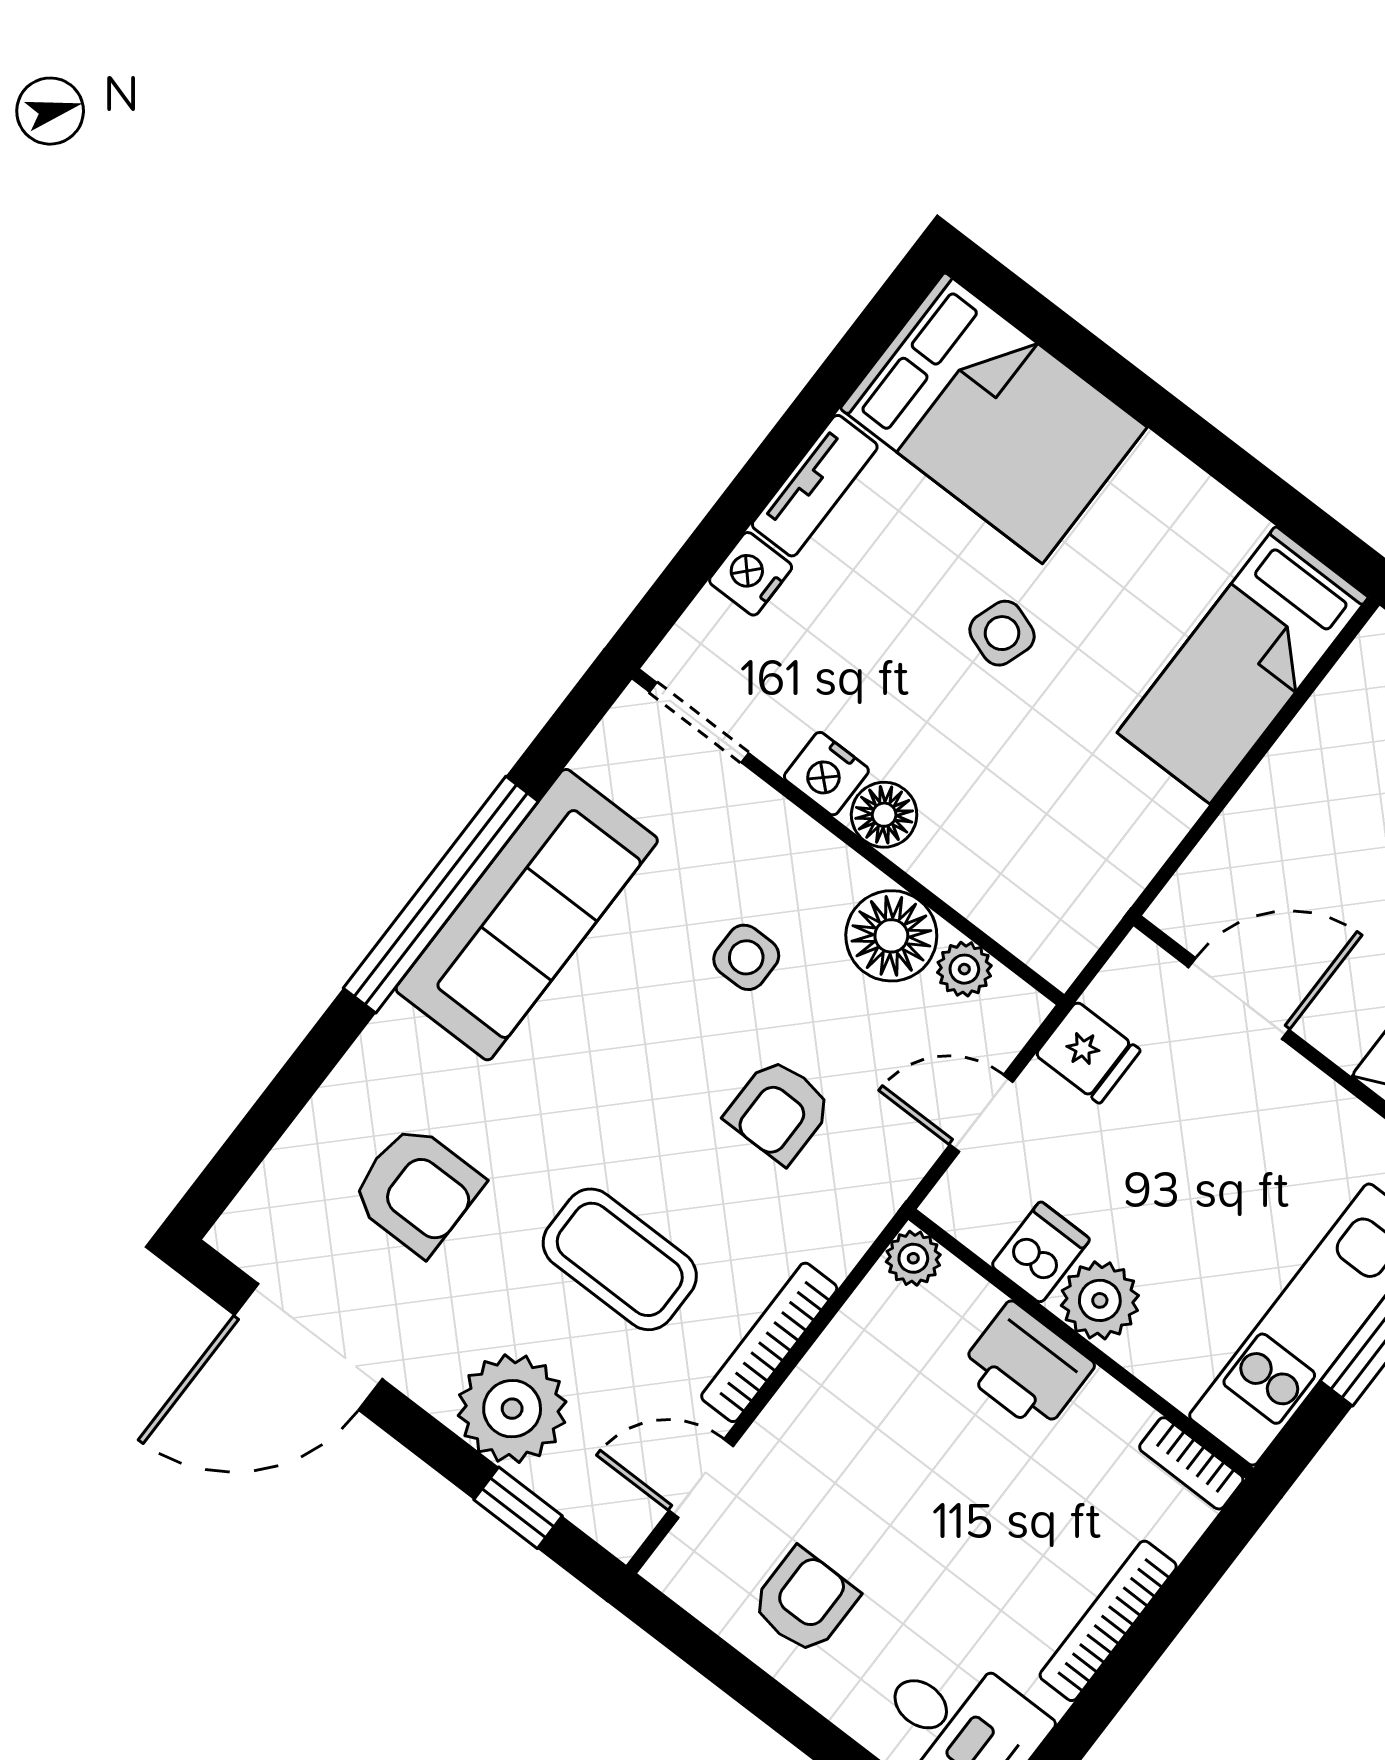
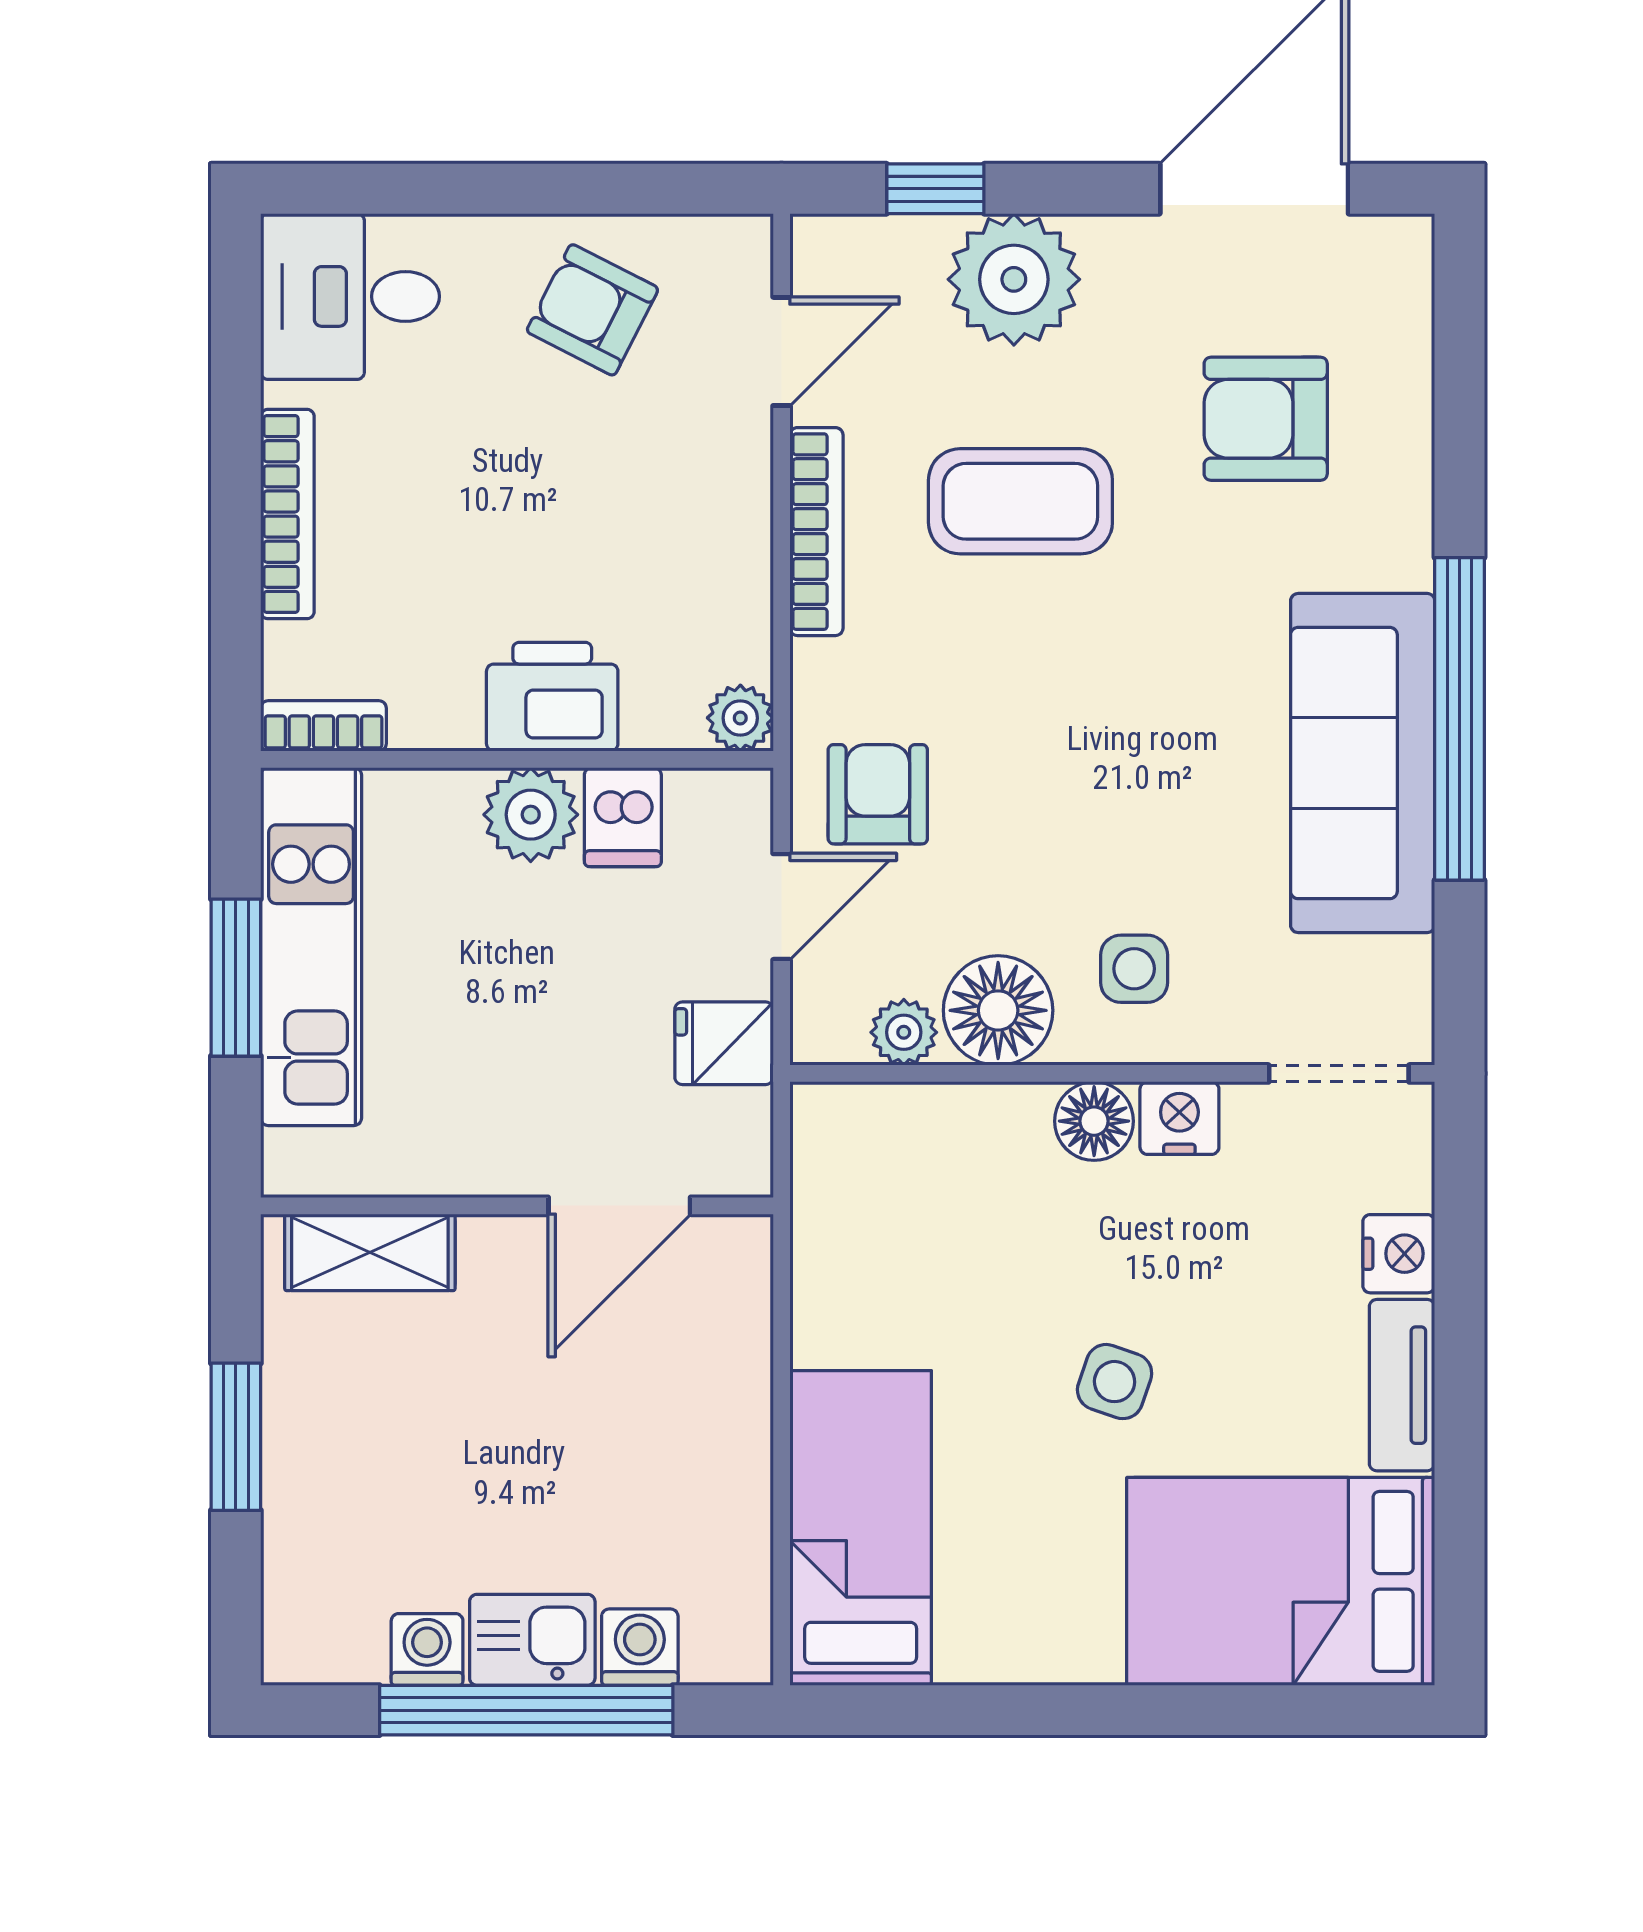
side table: (746, 957) -> (1134, 969), moved
armchair: (779, 1111) -> (878, 794), moved
armchair: (805, 1601) -> (592, 310), turned 117

